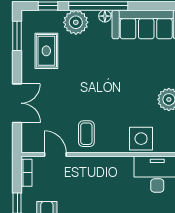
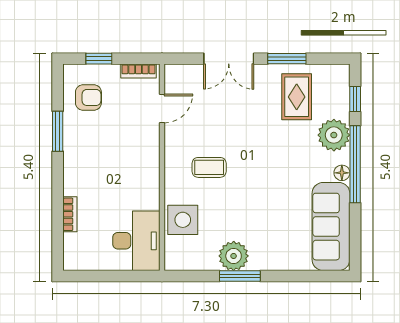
window: (17, 36) -> (287, 59), moved
rug: (46, 51) -> (297, 97), turned 90
coffee table: (86, 134) -> (209, 167), moved

